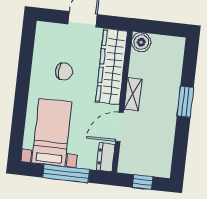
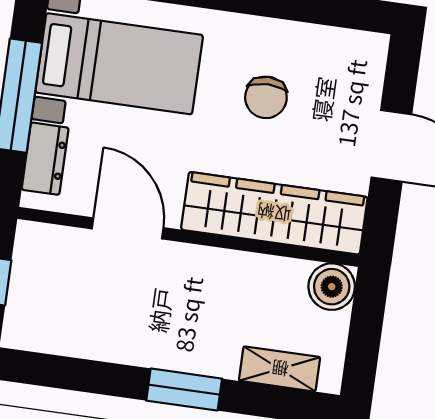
shelving: (133, 94) -> (280, 369), moved
dresser: (106, 157) -> (45, 159), moved, turned 90

